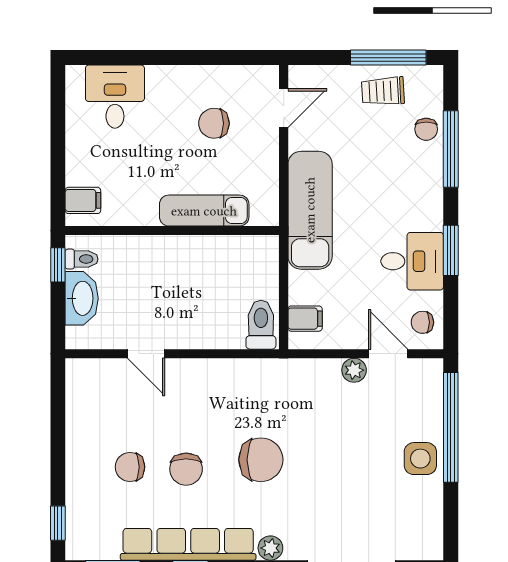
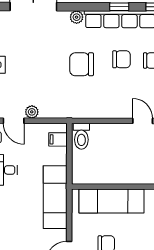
exam couch: (204, 211) -> (112, 201), width x1.36, depth x1.45
chair: (186, 469) -> (121, 59), turned 90

